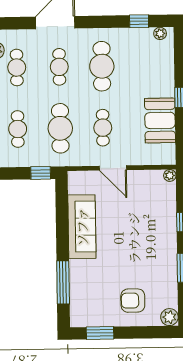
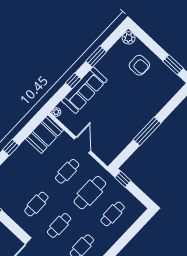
cafe table: (102, 66) -> (36, 204), width x0.73, depth x0.74
booth: (160, 120) -> (44, 134), moved
sofa: (82, 227) -> (84, 90), moved, turned 180
window: (63, 282) -> (147, 131), moved

